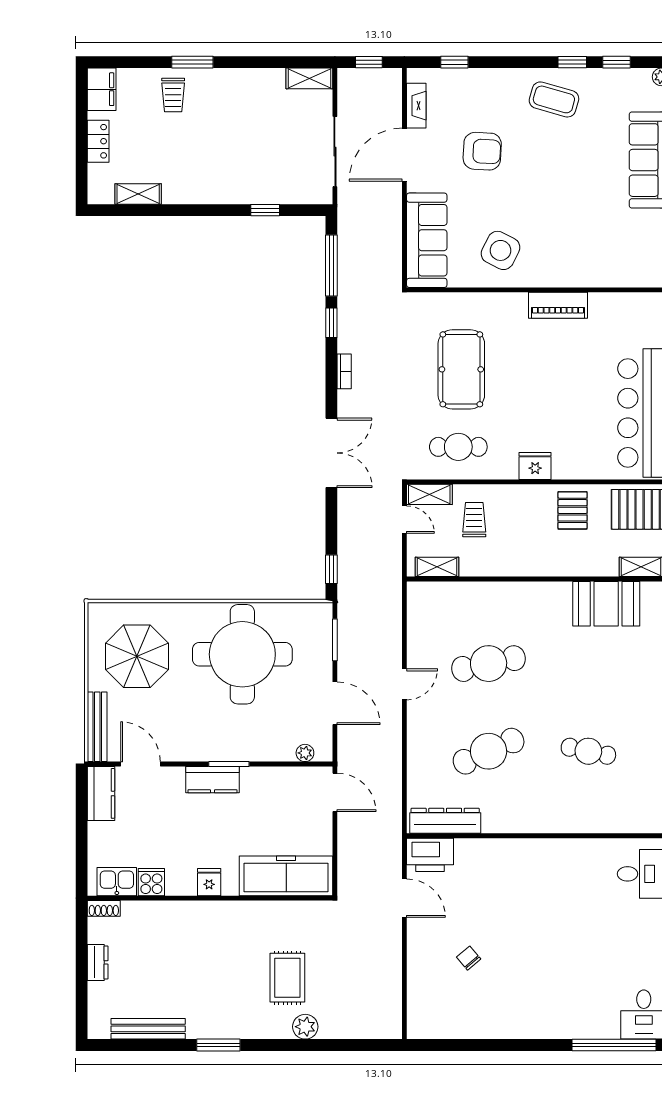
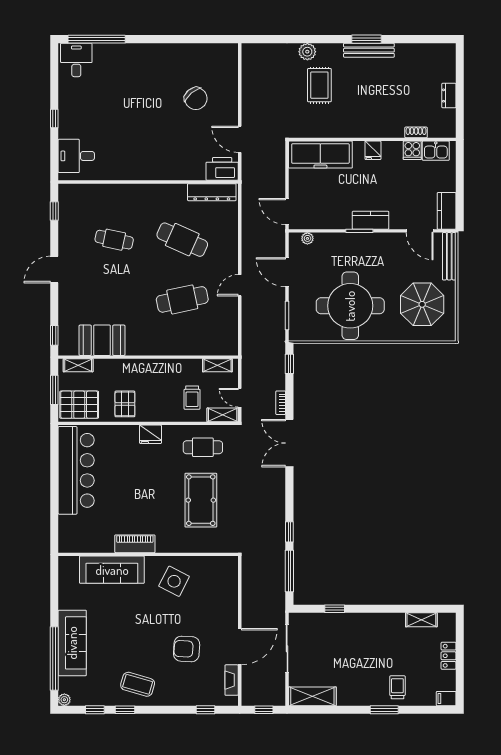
shelving: (309, 78) -> (312, 696), width x1.50, depth x1.33
filing cabinet: (102, 89) -> (446, 699), width x0.50
sofa: (427, 240) -> (112, 570), moved, turned -90
bookcase: (344, 371) -> (281, 403), moved
cafe table: (489, 751) -> (182, 240), turned 48
shoe rack: (104, 908) -> (416, 132), moved
chair: (469, 958) -> (196, 99), width x1.87, depth x1.87
bench: (148, 1029) -> (369, 50), moved

